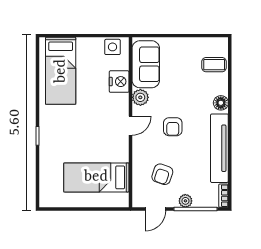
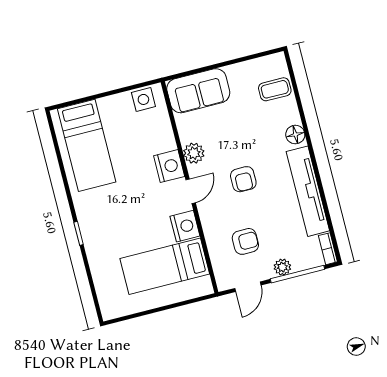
sofa: (146, 64) -> (198, 91), moved, turned 90
nightstand: (119, 82) -> (169, 166), moved
nightstand: (120, 151) -> (185, 226), added
armchair: (162, 174) -> (245, 241), turned -109

